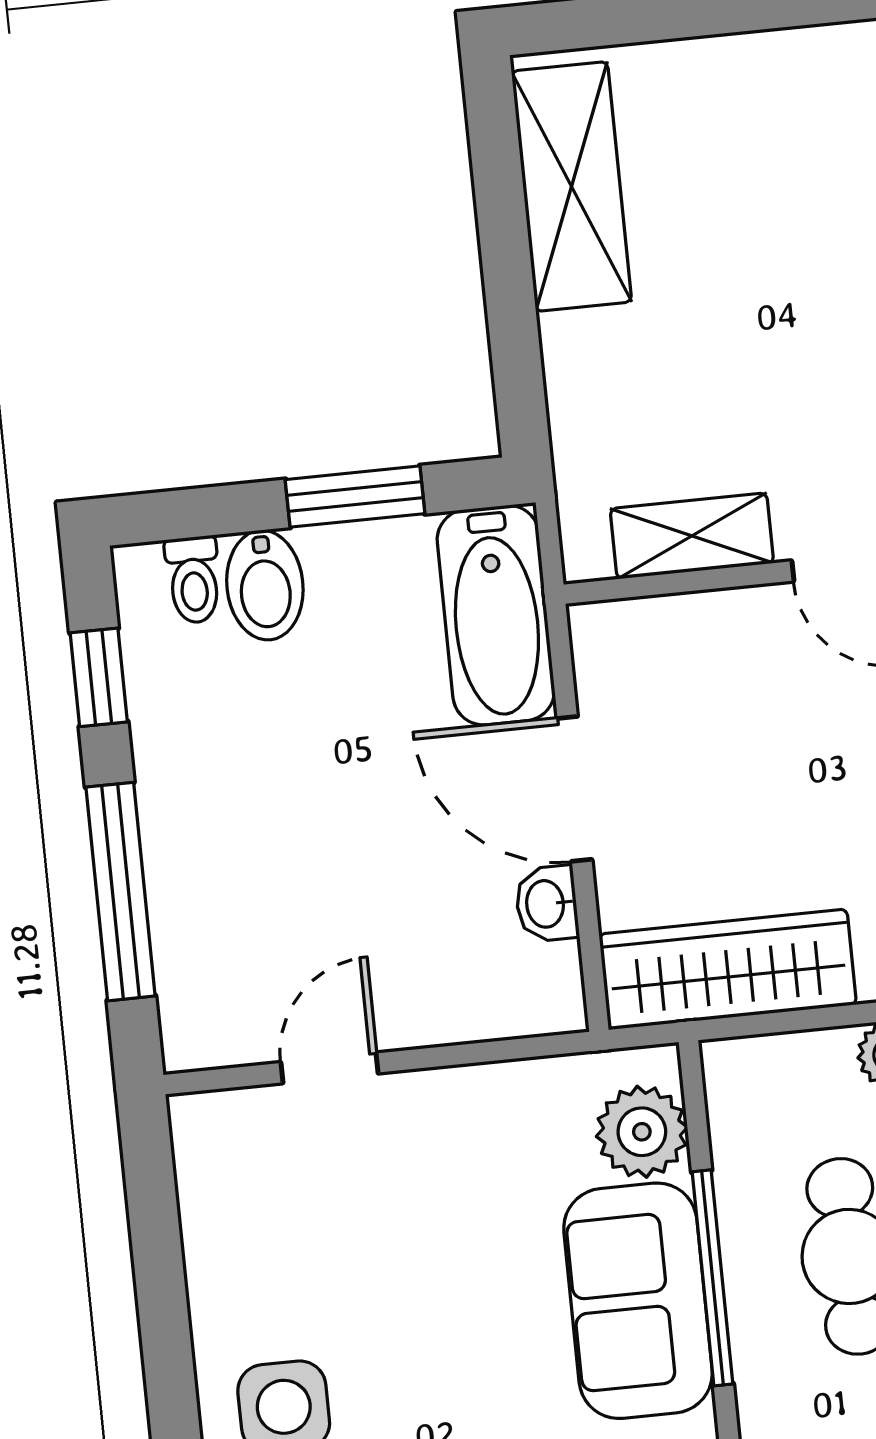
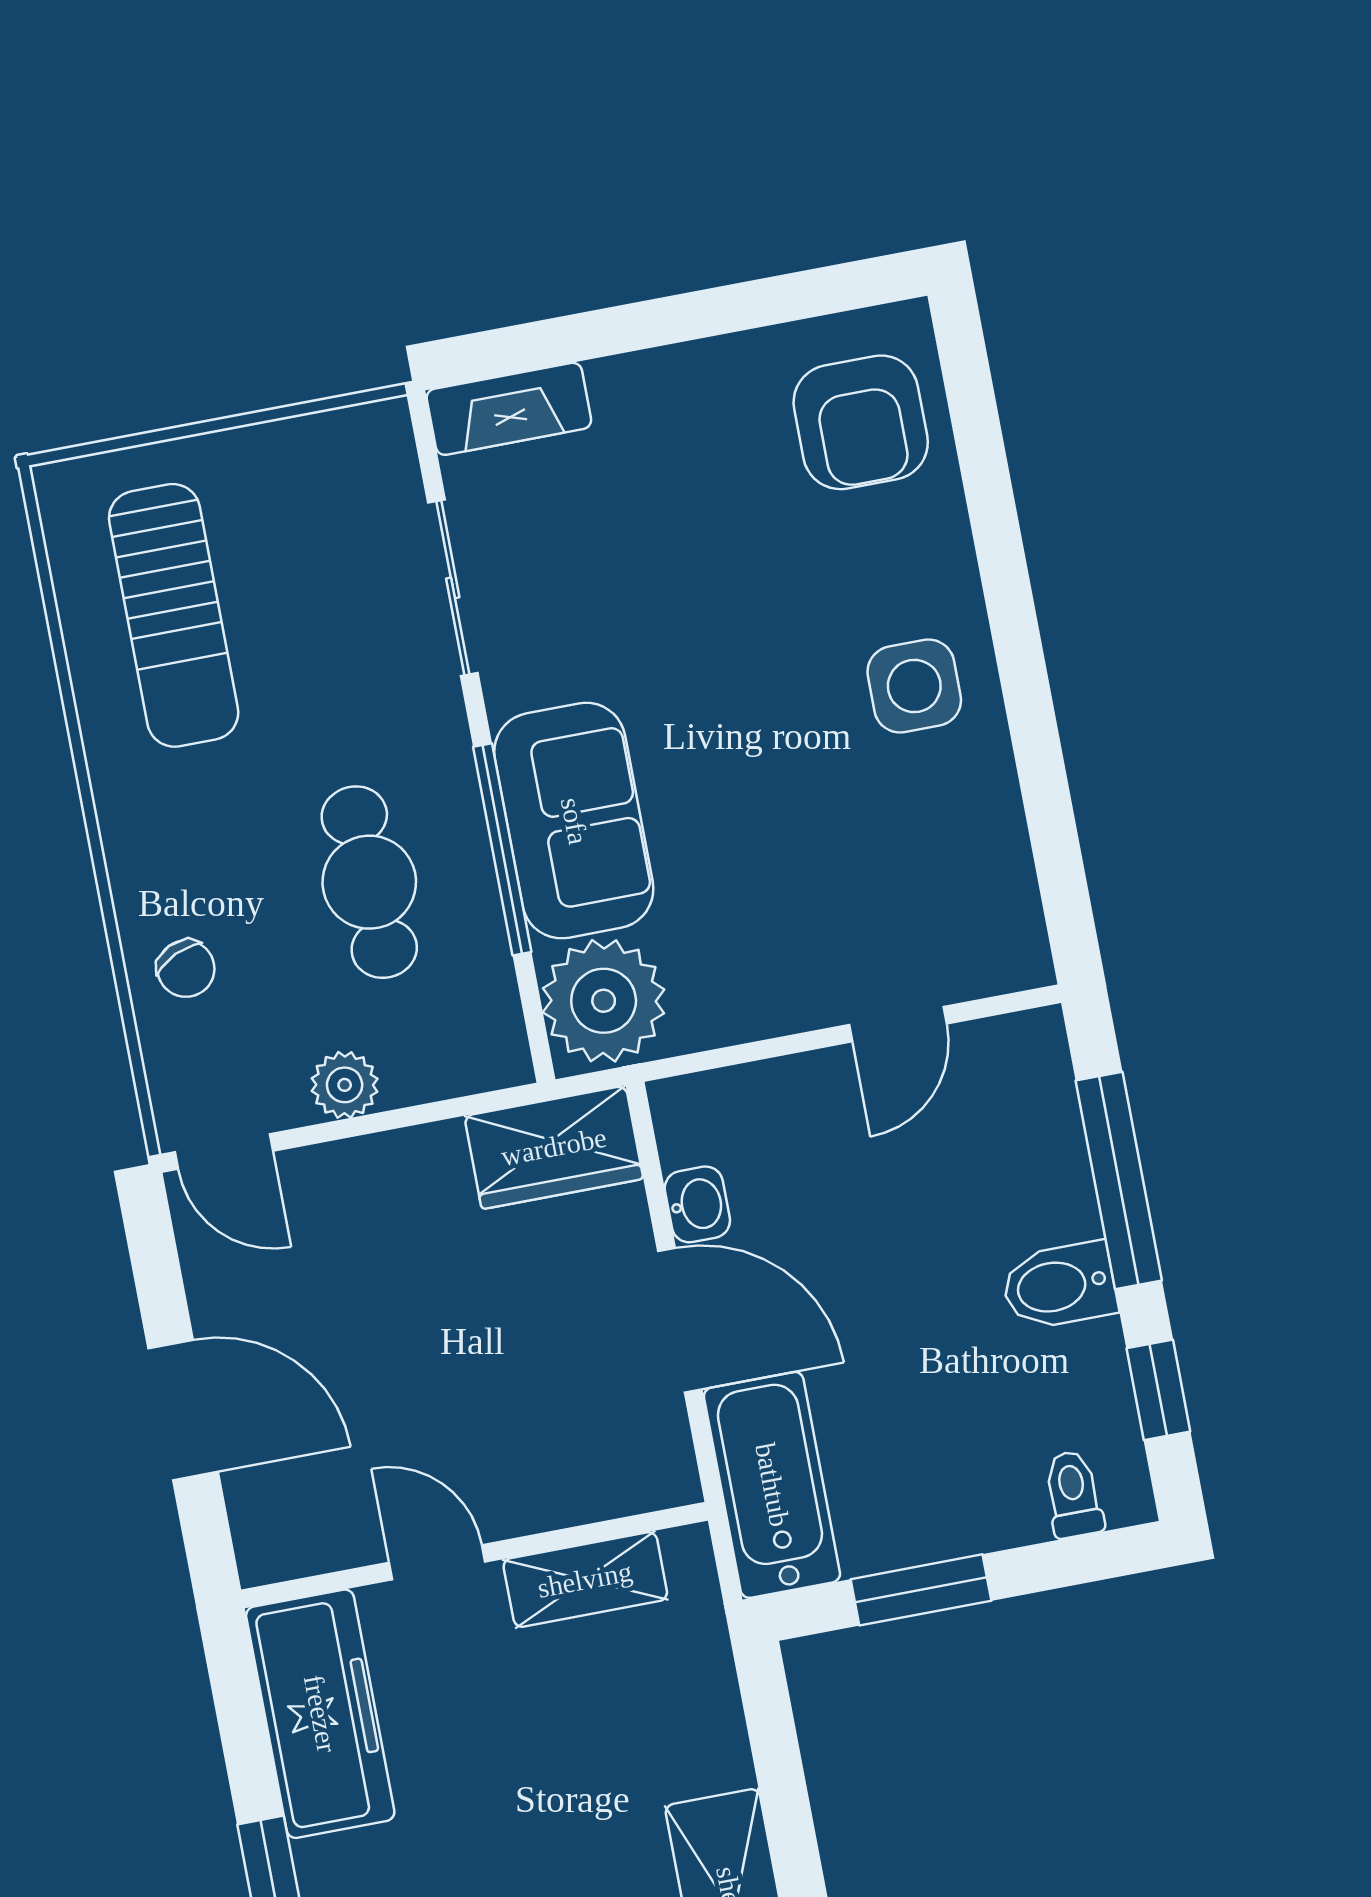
bidet: (265, 585) -> (1059, 1286), moved, turned -90
wardrobe: (728, 969) -> (554, 1147), width x0.67
plant: (642, 1132) -> (604, 1001), width x1.36, depth x1.36

